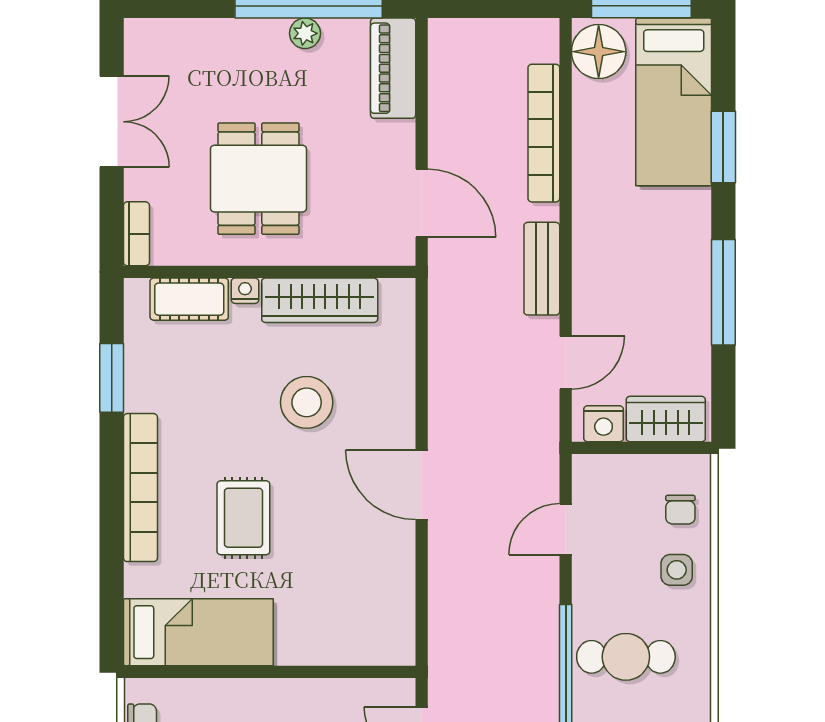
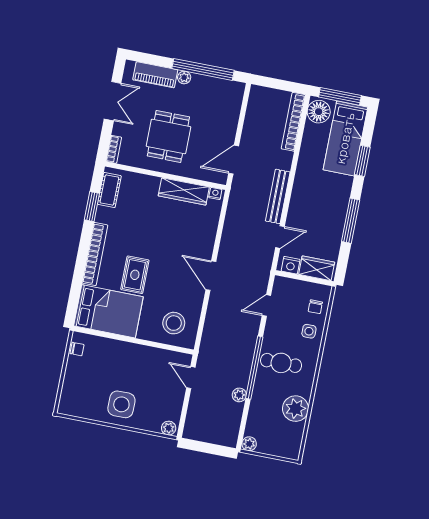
plant: (305, 33) -> (184, 77), moved
piano: (393, 68) -> (155, 75), moved, turned -90
bookcase: (544, 133) -> (293, 122), moved
door: (422, 203) -> (234, 160), swing flipped
bench: (542, 269) -> (278, 196), width x1.36
nightstand: (245, 291) -> (215, 194), moved
cot: (189, 299) -> (109, 190), moved, turned 90
stool: (307, 402) -> (174, 323), moved
bed: (198, 632) -> (108, 311), width x1.50

